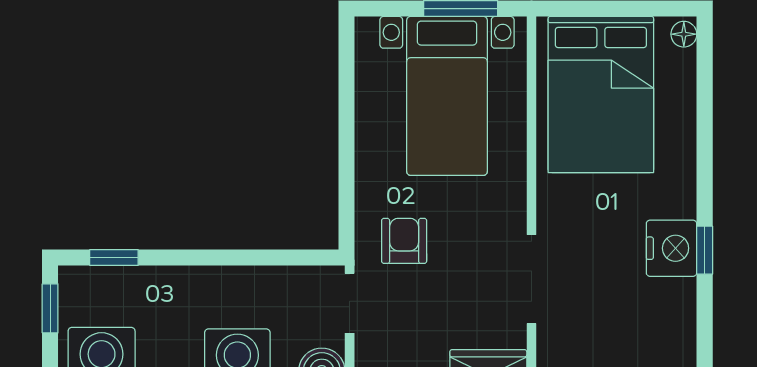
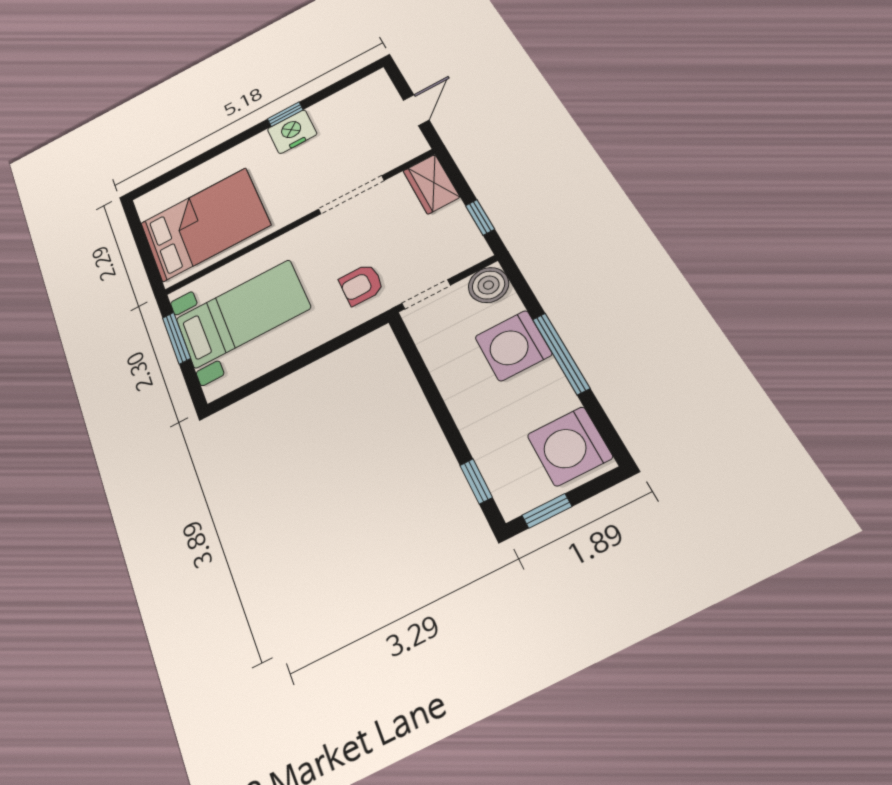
floor lamp: (684, 34) -> (147, 201), removed

